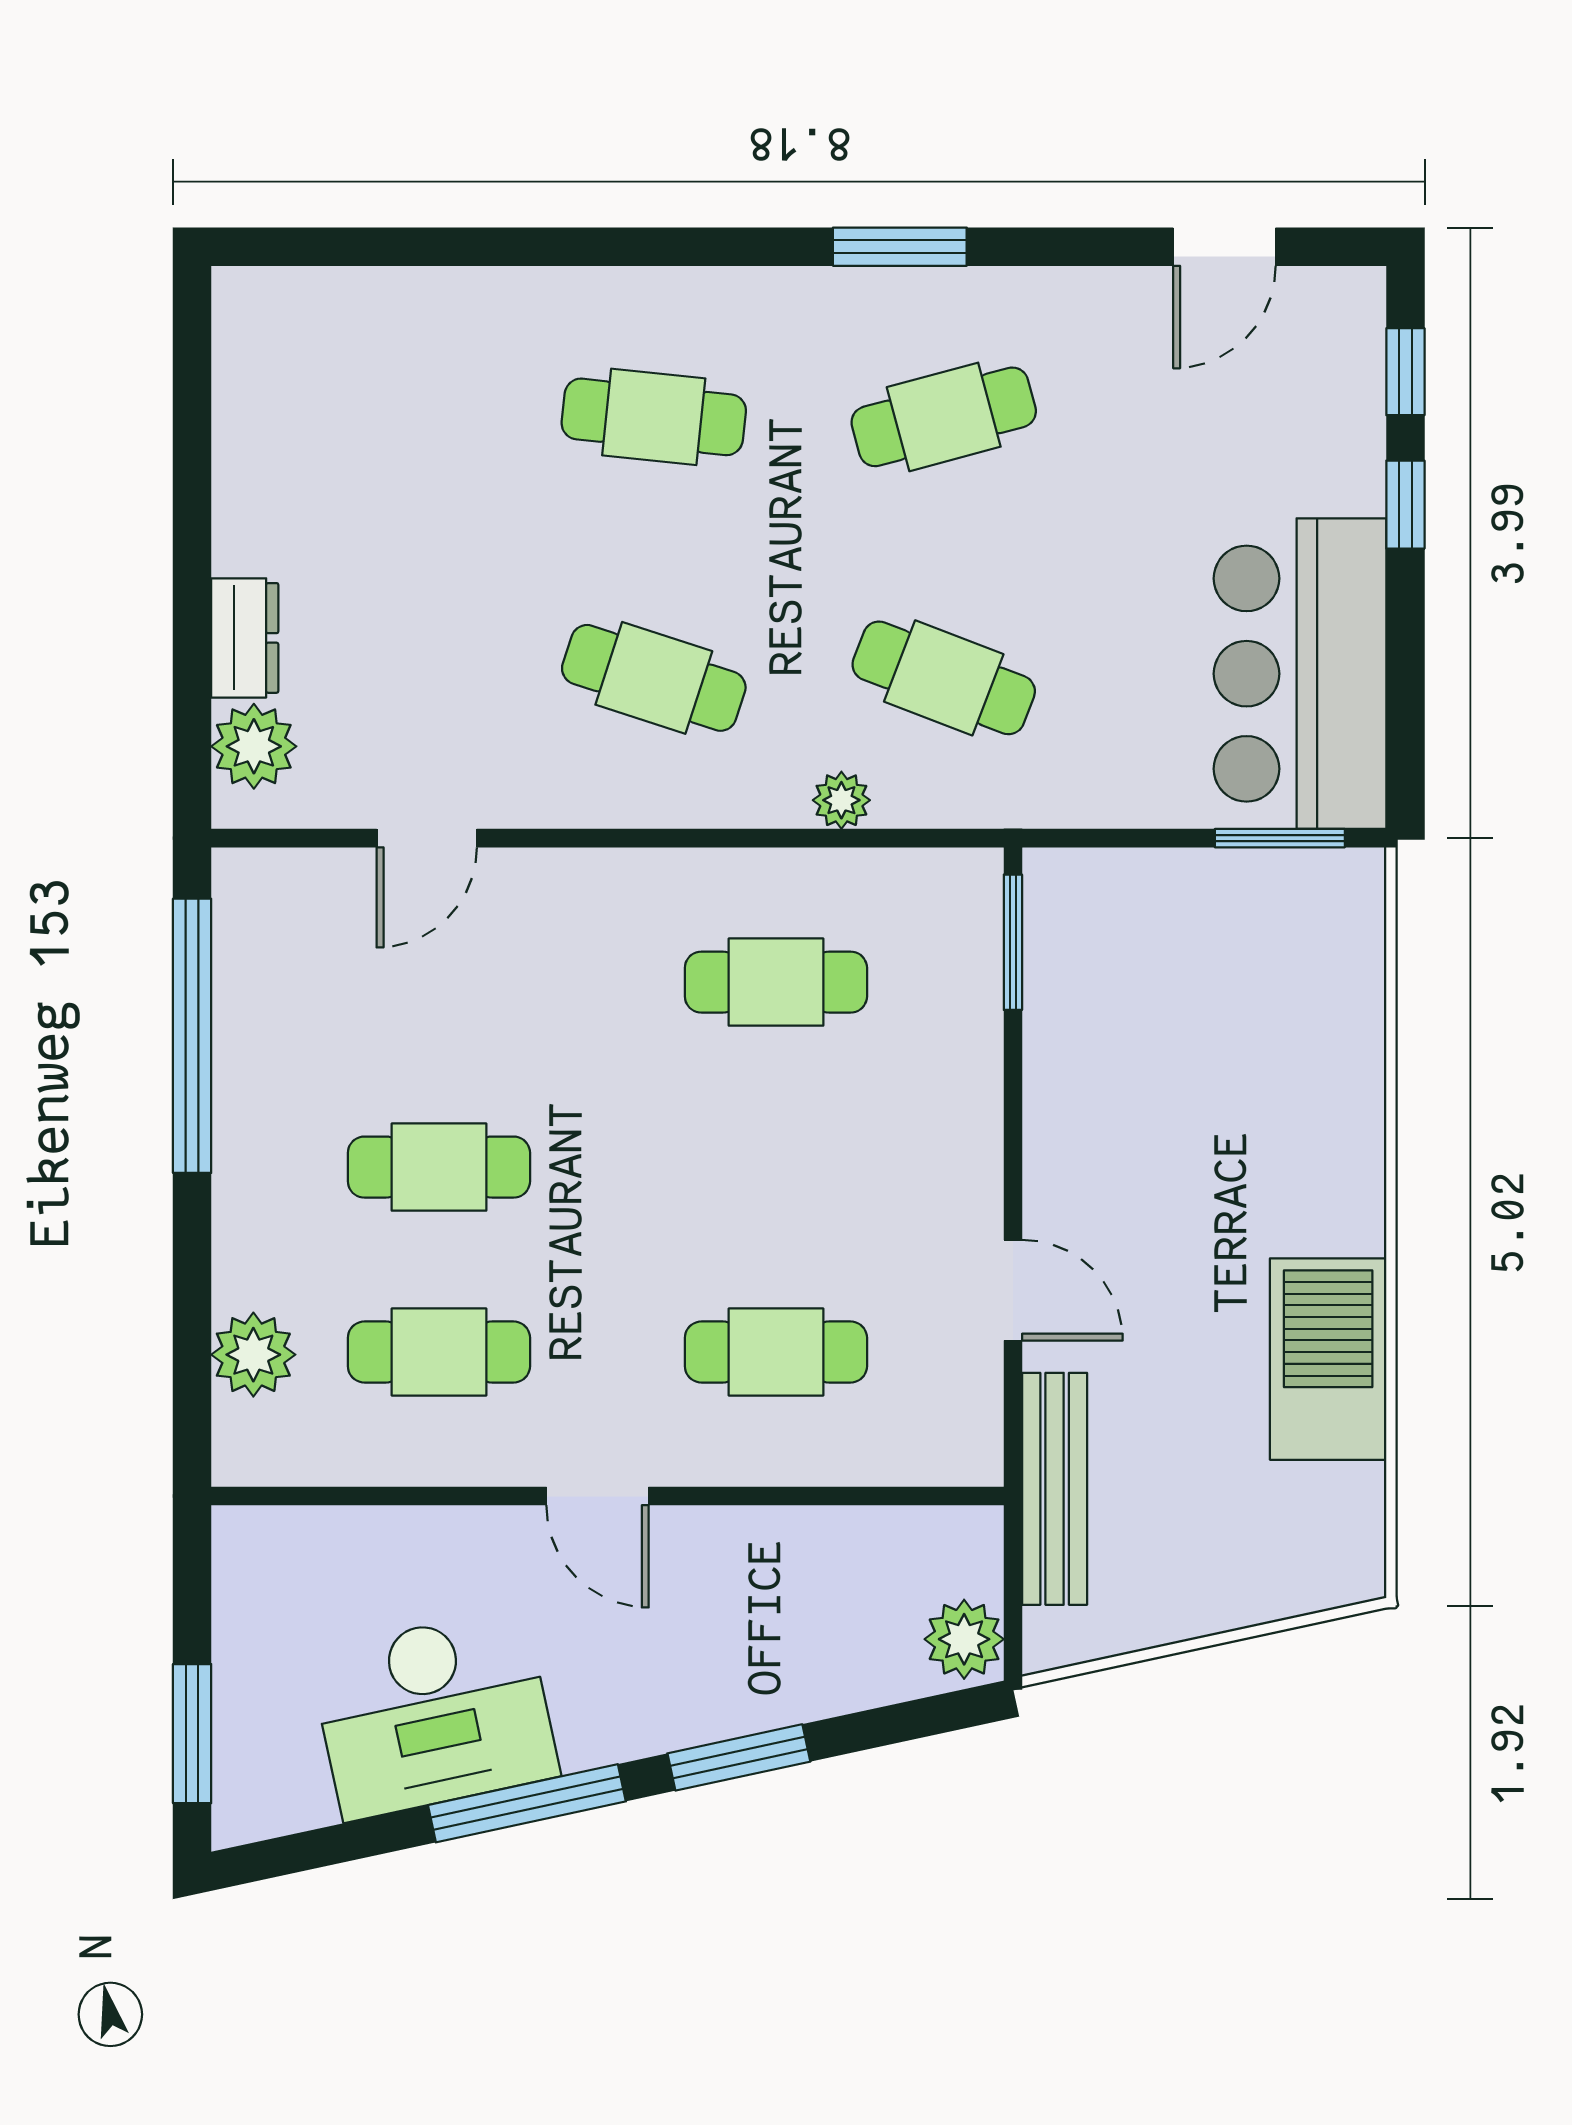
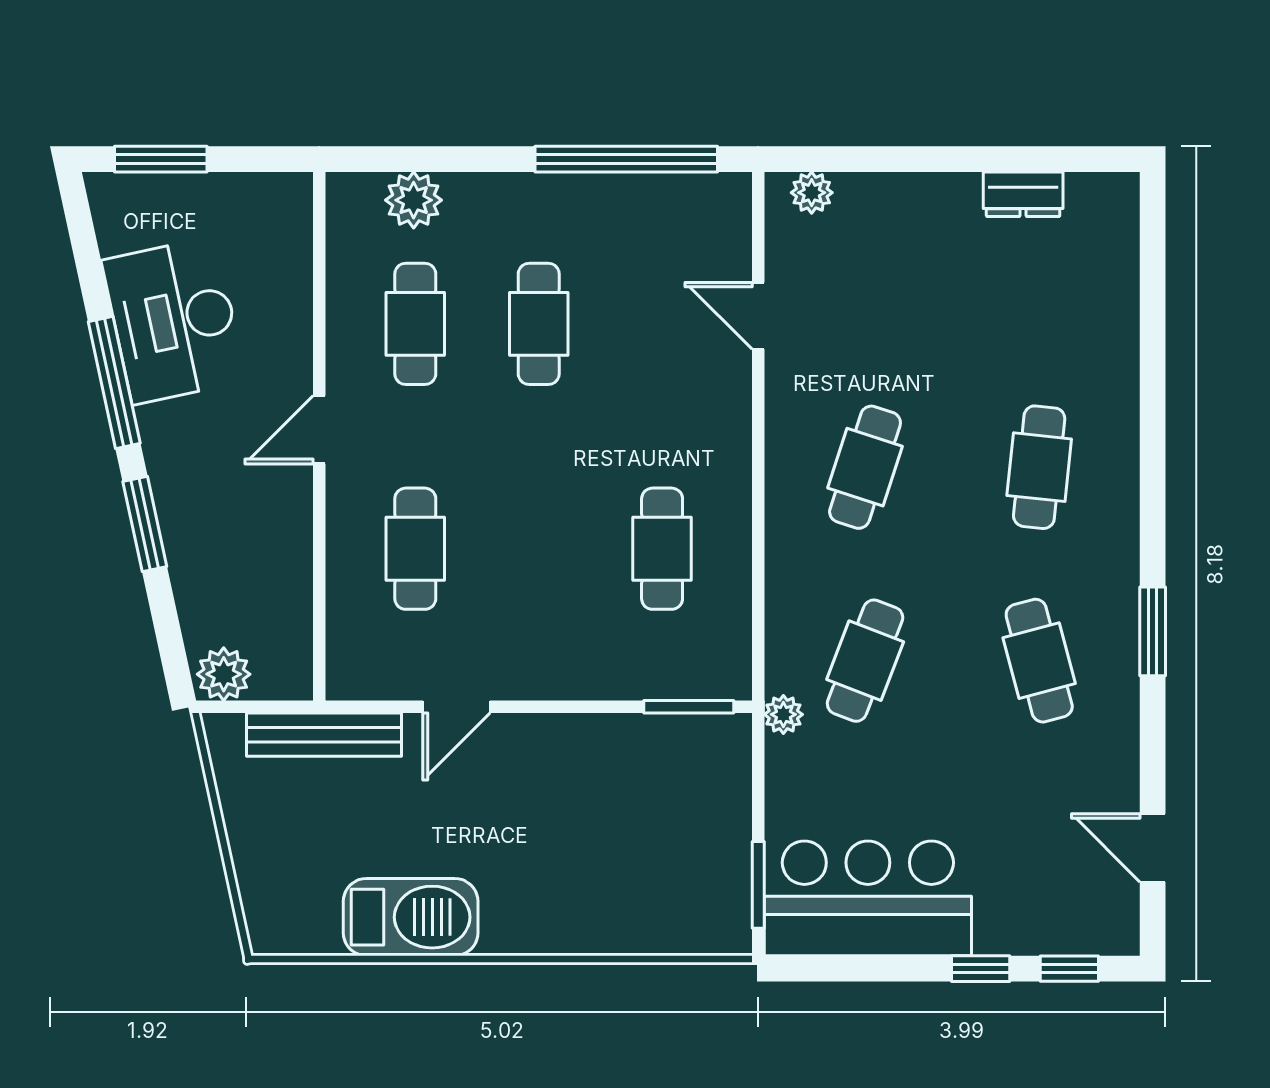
dresser: (245, 638) -> (1023, 194), moved
plant: (254, 746) -> (812, 193), width x0.73, depth x0.73
plant: (841, 800) -> (783, 714), moved

